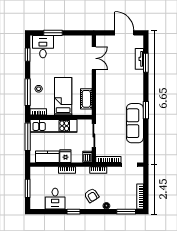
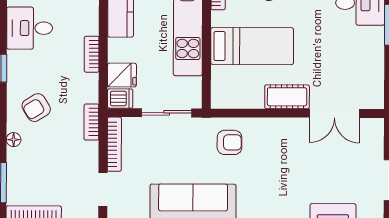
cot: (86, 99) -> (287, 97), moved
armchair: (107, 107) -> (229, 142), added
fridge: (65, 156) -> (122, 75), moved

